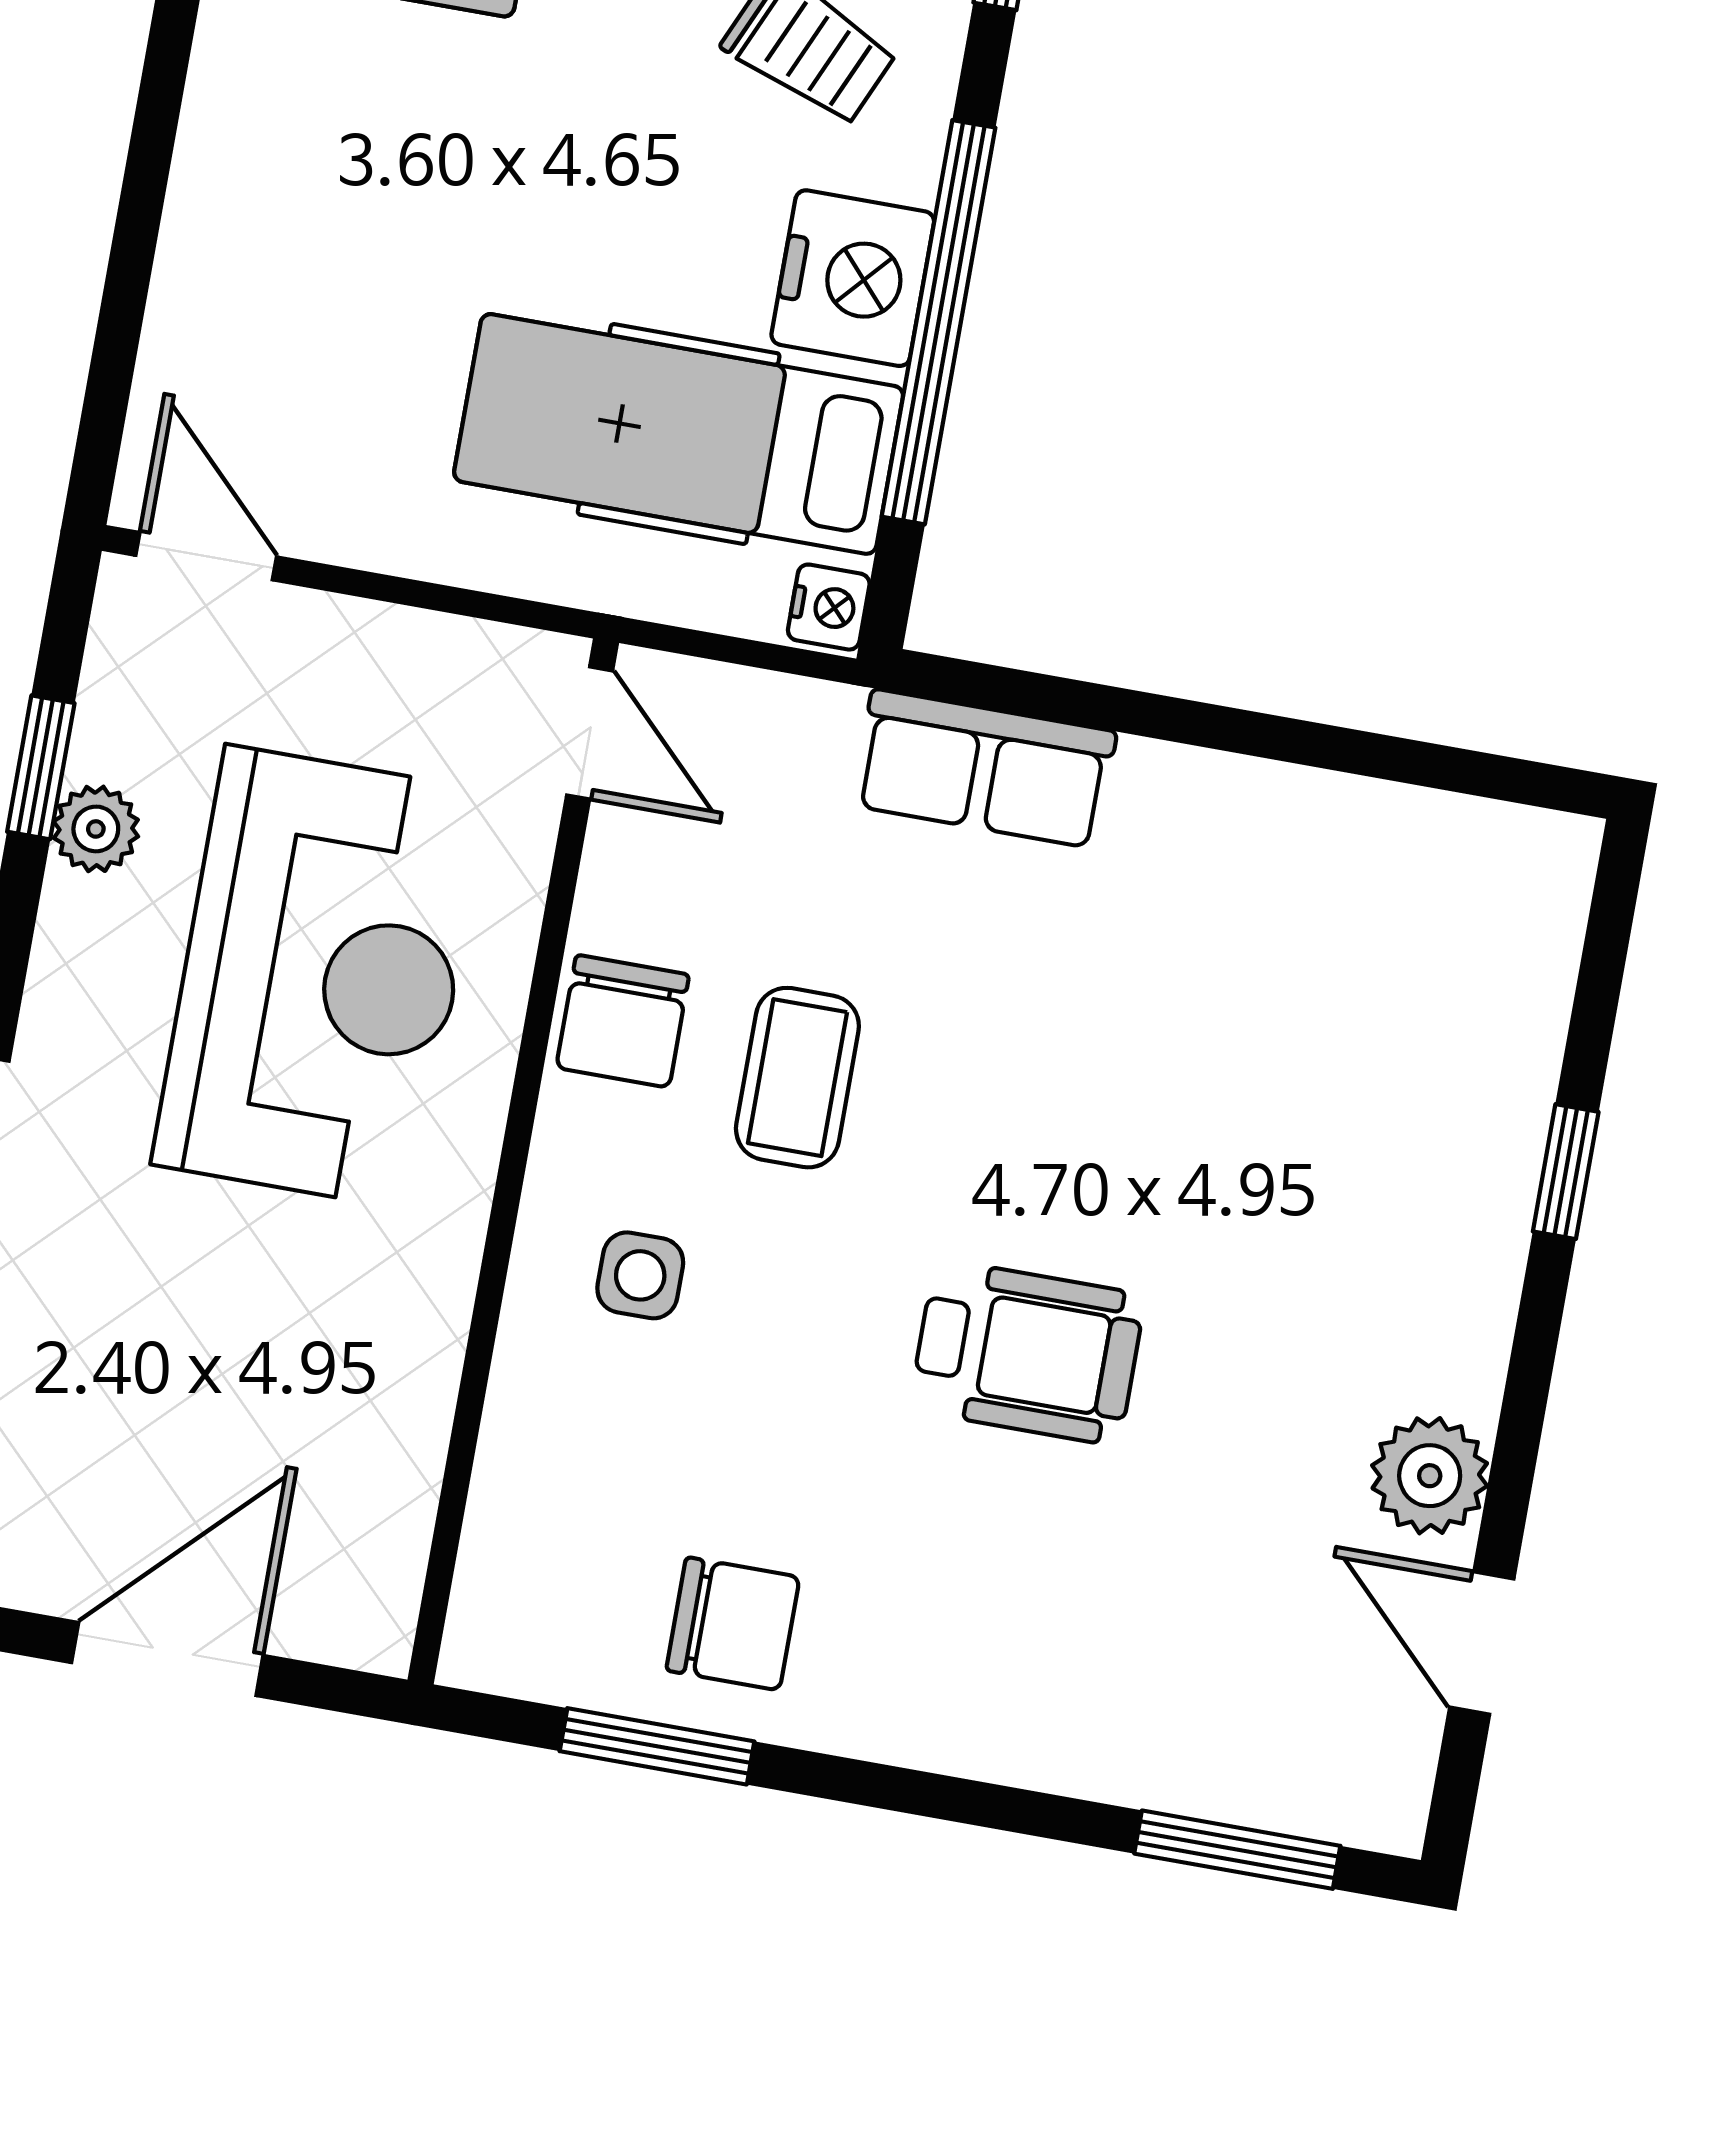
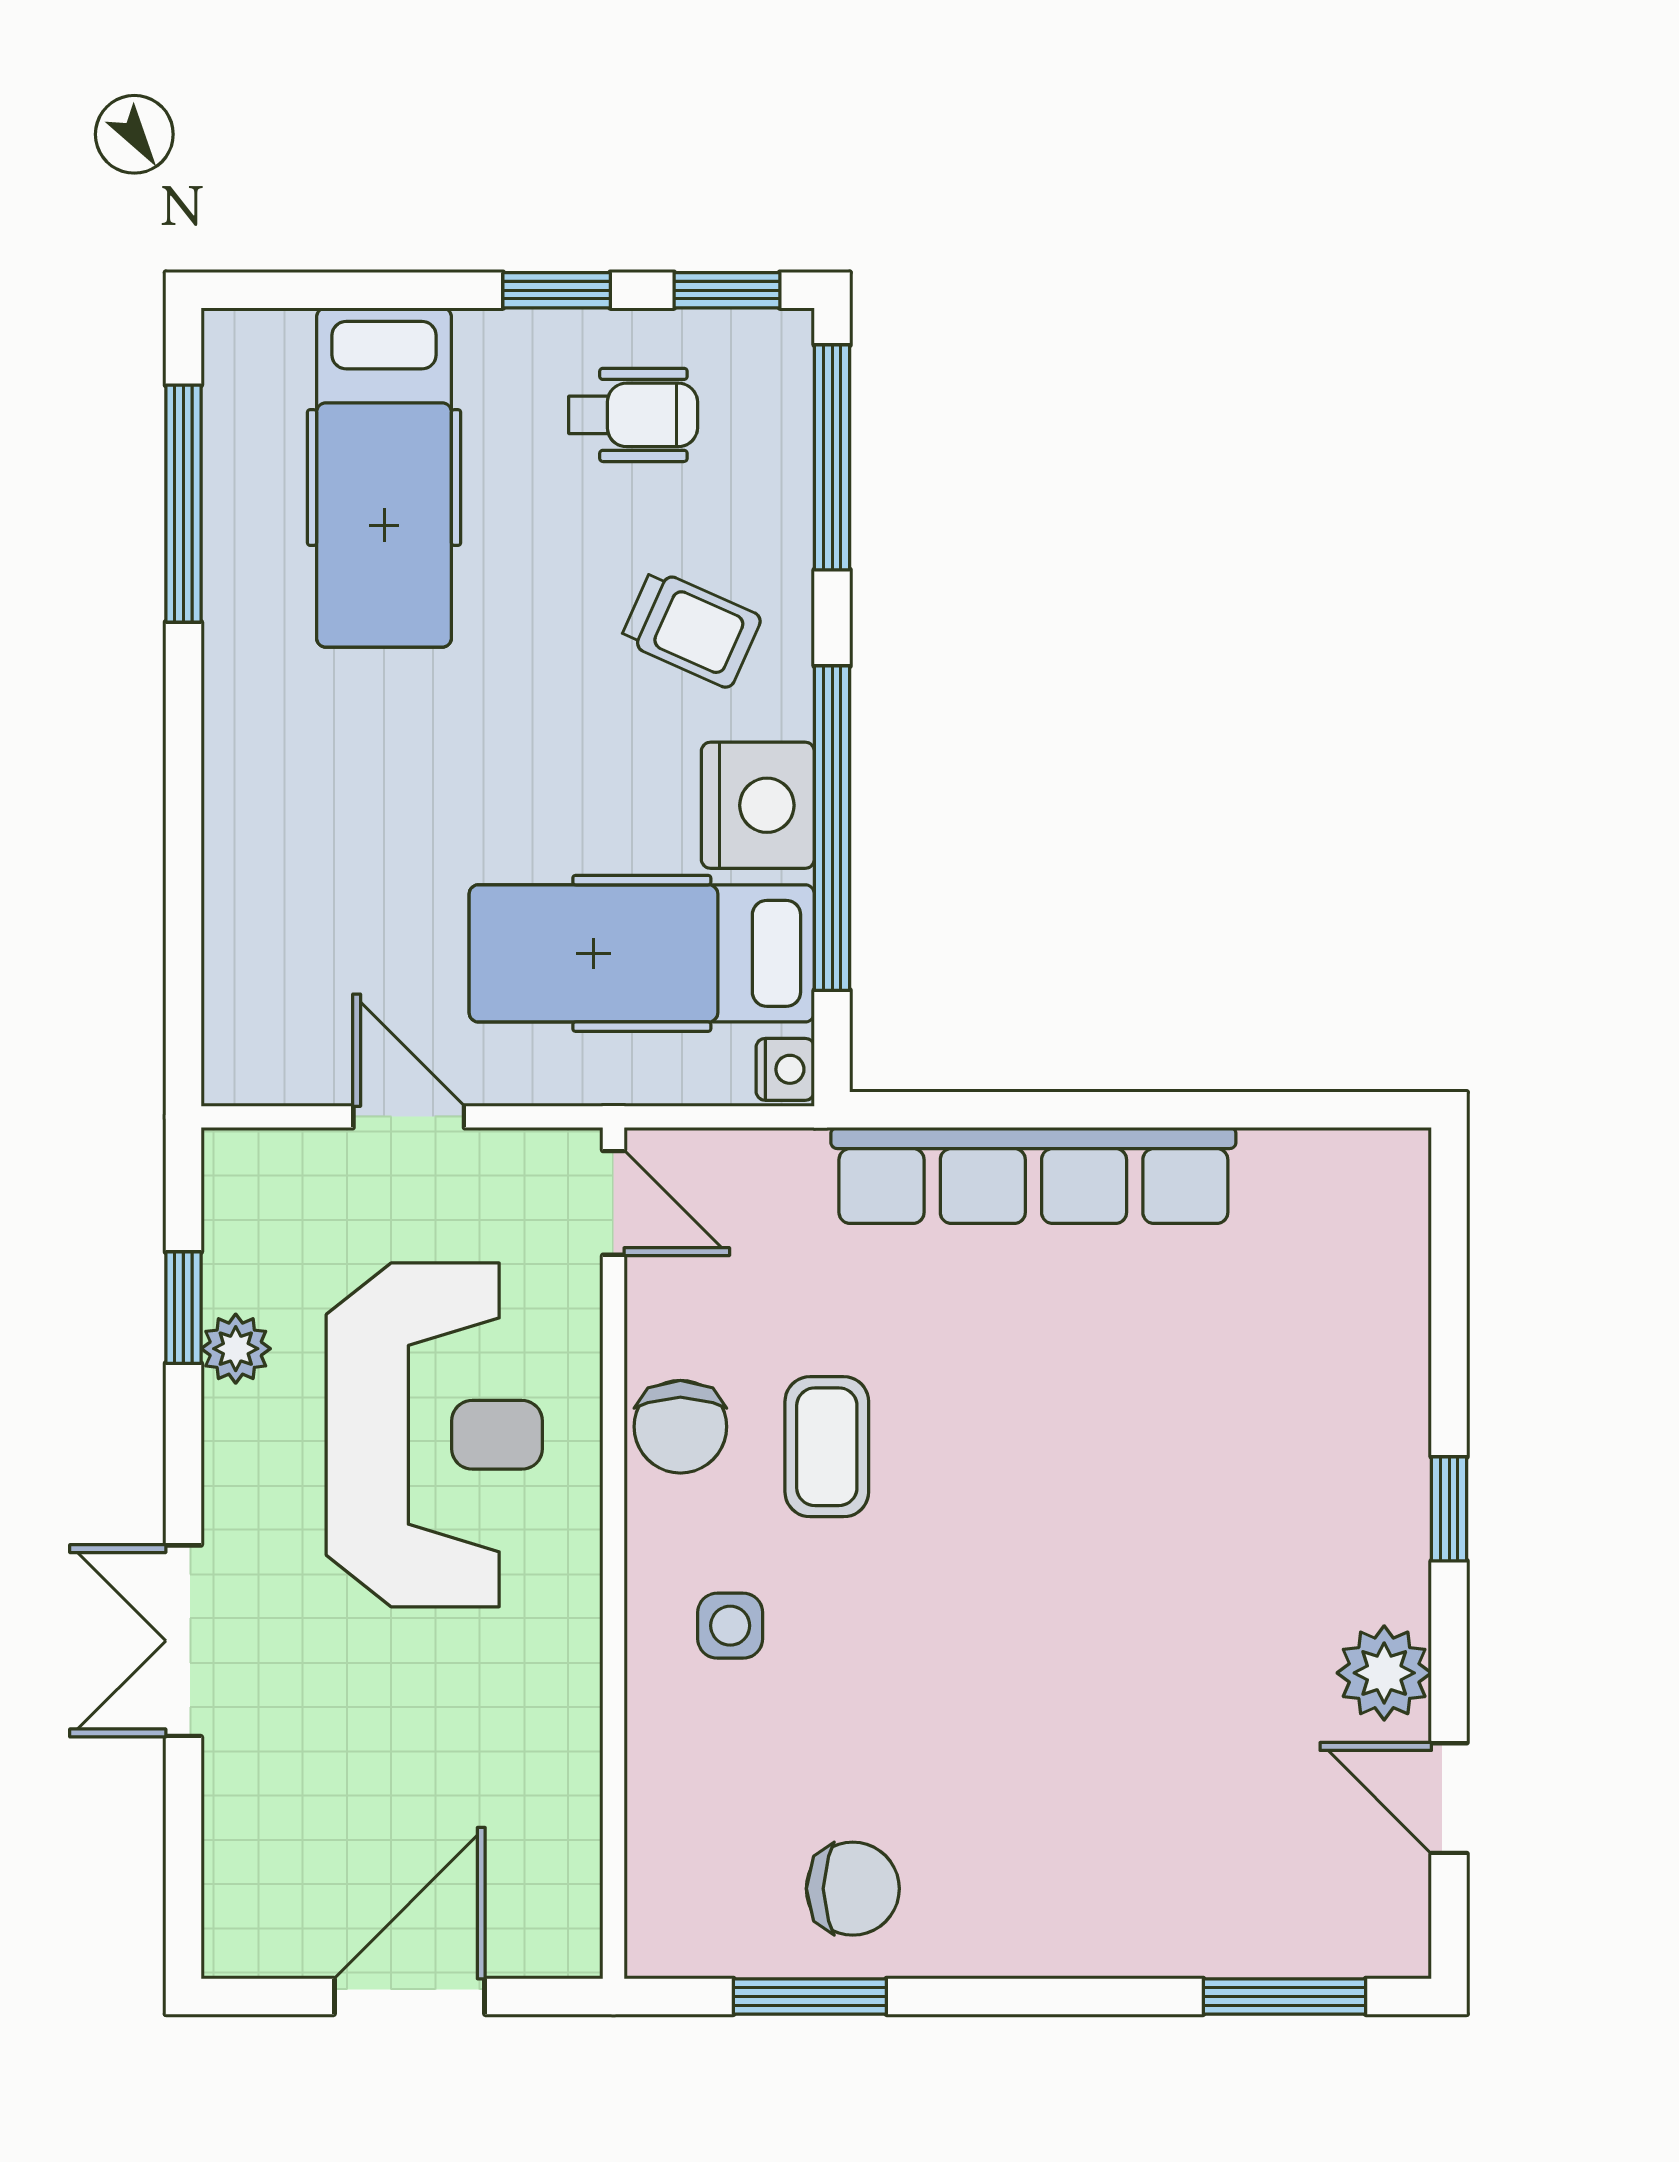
door: (206, 556) -> (409, 1117), moved
row of seats: (984, 769) -> (1033, 1175), width x2.02
window: (1566, 1172) -> (1449, 1509), moved
wheelchair: (1027, 1352) -> (1048, 1632), removed

